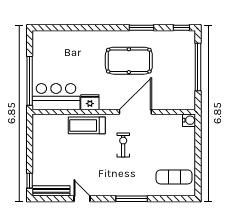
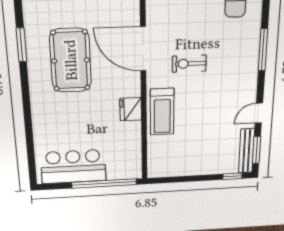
bar counter: (56, 97) -> (73, 167), moved, turned 90
window: (51, 199) -> (257, 150), added

